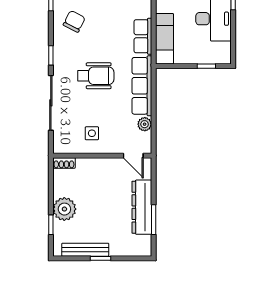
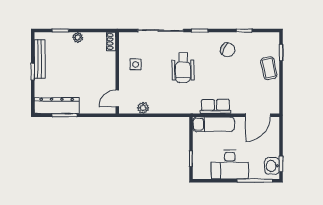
row of seats: (142, 86) -> (175, 106), removed
dresser: (142, 207) -> (57, 106), moved
plant: (64, 209) -> (78, 37), width x0.53, depth x0.53

